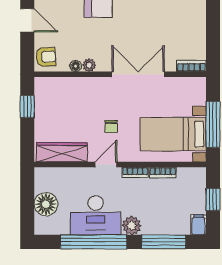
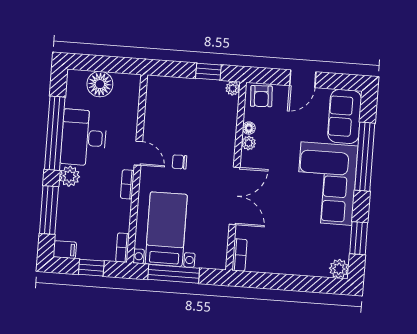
plant: (41, 83) -> (233, 88), added
wardrobe: (62, 152) -> (155, 106), removed
bookcase: (163, 173) -> (123, 248), moved

